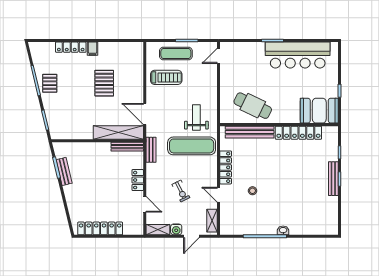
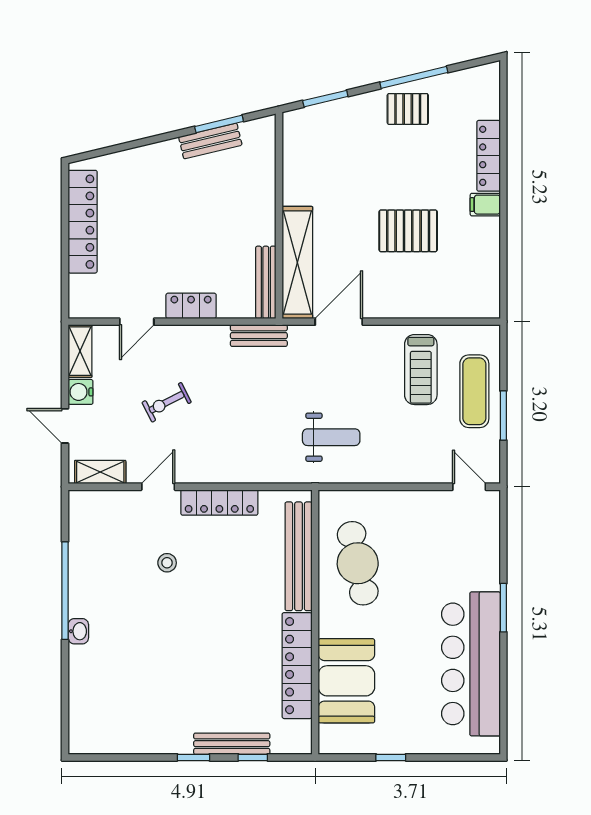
cafe table: (253, 106) -> (358, 563), turned -38
booth: (319, 111) -> (346, 681), moved
exercise mat: (192, 146) -> (267, 426), removed
bench: (333, 179) -> (232, 744), moved

